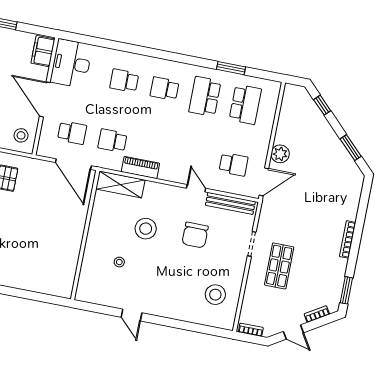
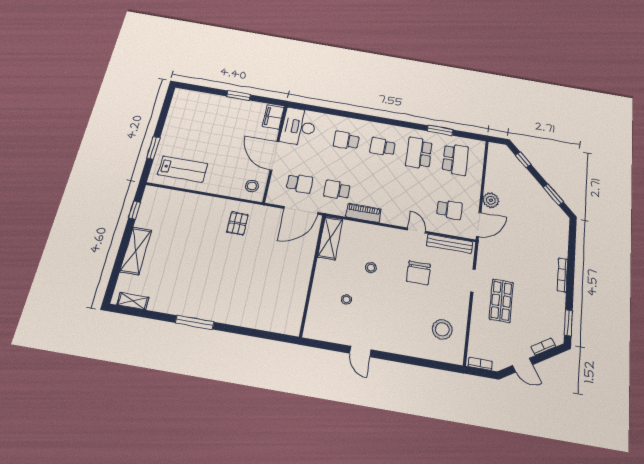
door: (73, 164) -> (301, 210), hinge flipped
shelving: (120, 184) -> (330, 238), moved, turned 90
stool: (146, 229) -> (371, 268), width x0.53, depth x0.53

